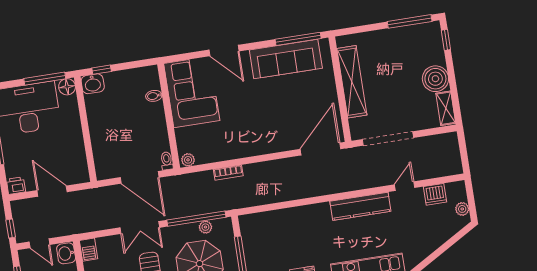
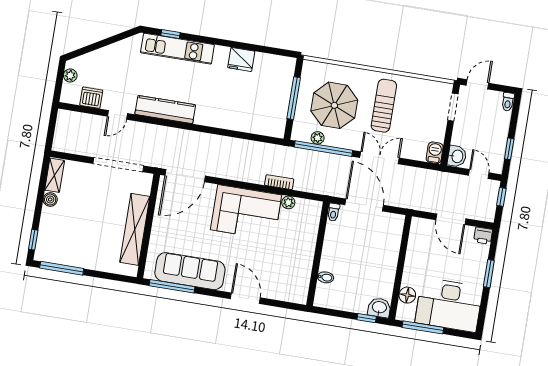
boiler: (435, 79) -> (50, 200), width x0.54, depth x0.54
floor lamp: (67, 87) -> (407, 295), moved
corner sofa: (192, 92) -> (246, 212), moved, turned -90
plant: (188, 160) -> (288, 202), moved

